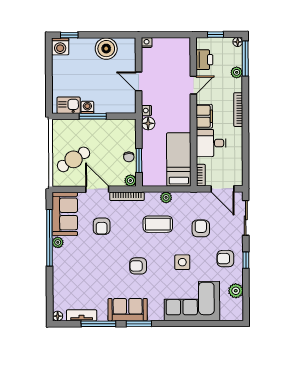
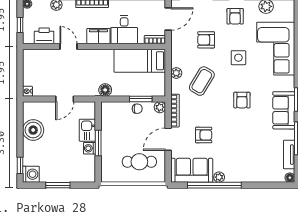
window: (49, 75) -> (58, 185), added
kitchen sink: (69, 105) -> (87, 130), moved
nightstand: (147, 111) -> (93, 92), removed
cafe table: (74, 159) -> (139, 162), turned -58
coffee table: (158, 224) -> (202, 81), turned 31

